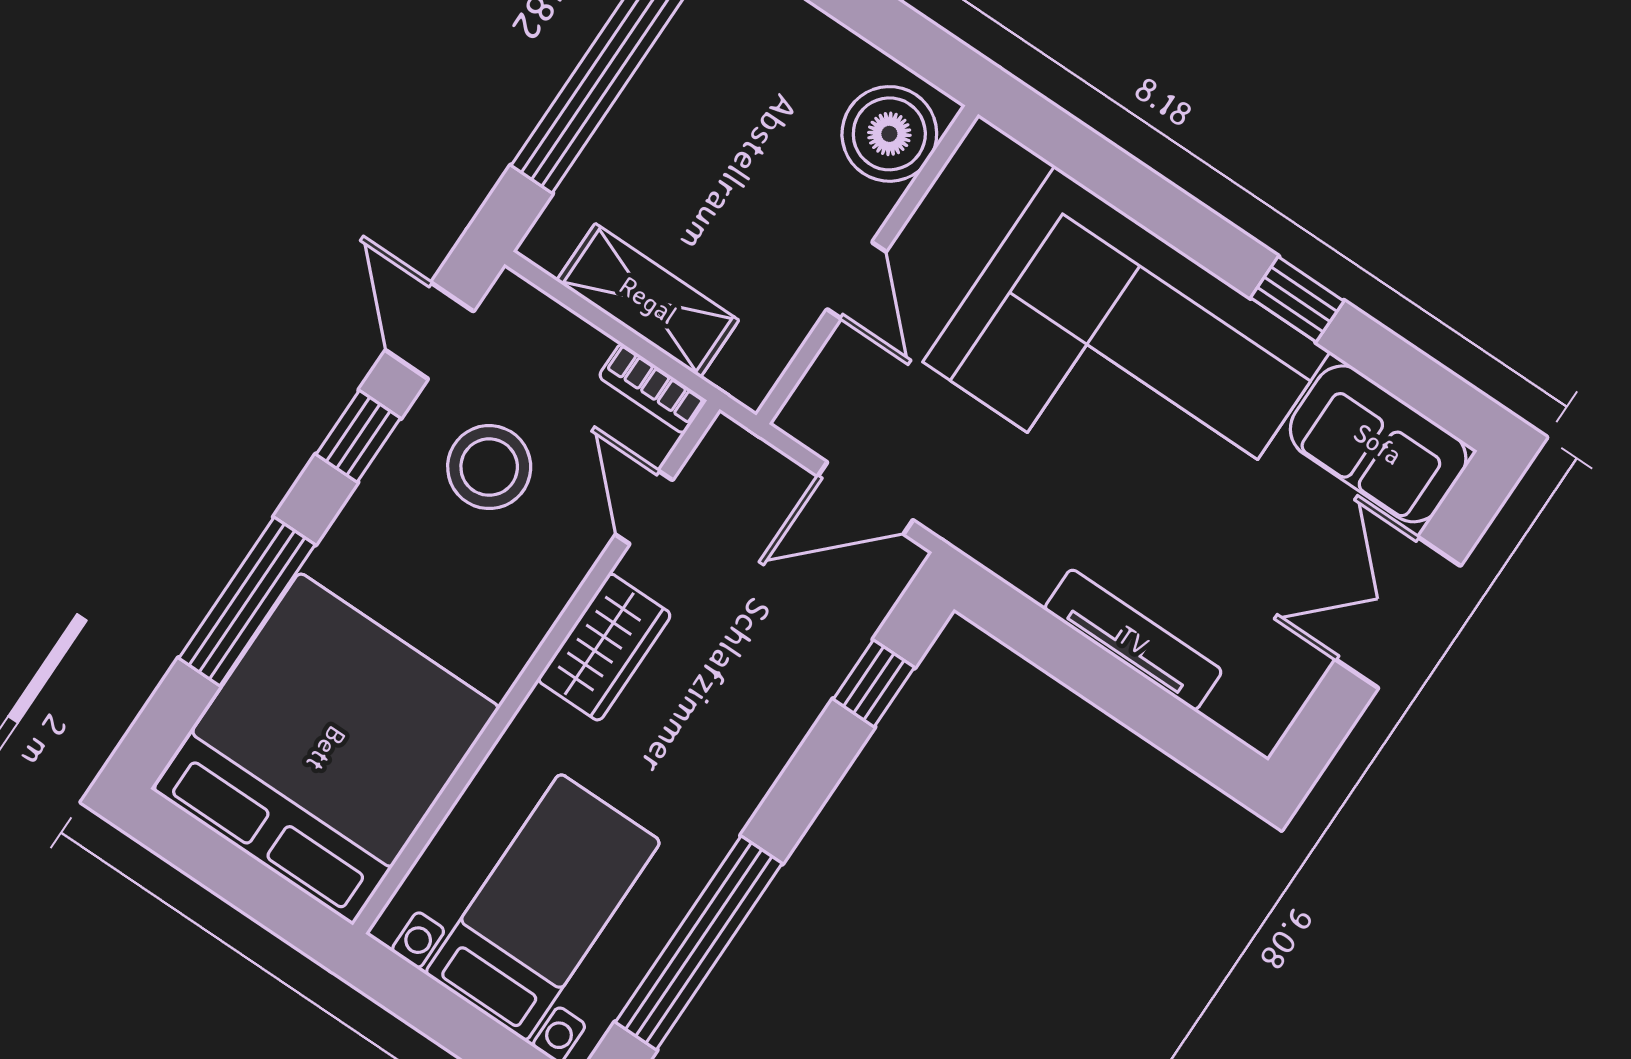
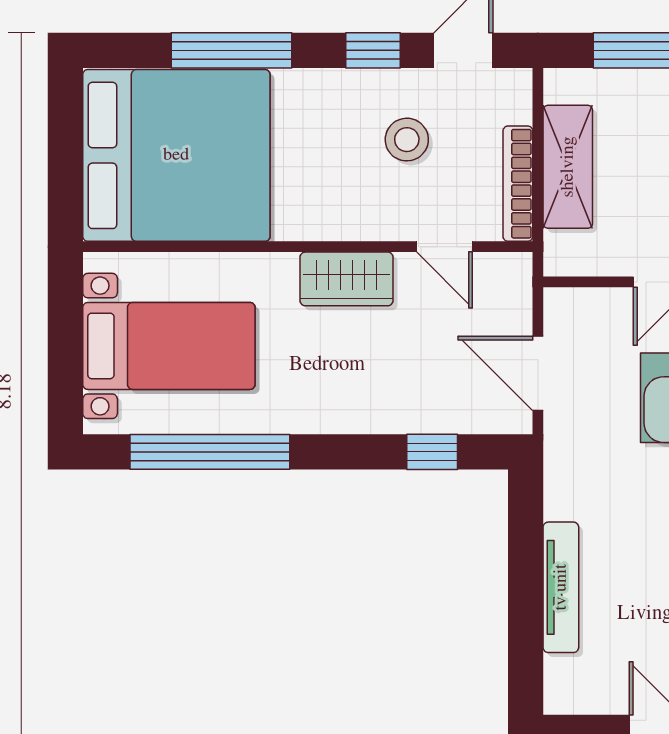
bookcase: (652, 389) -> (518, 184), width x1.56
stool: (489, 467) -> (407, 140), width x0.73, depth x0.73
door: (644, 507) -> (445, 247), swing flipped

